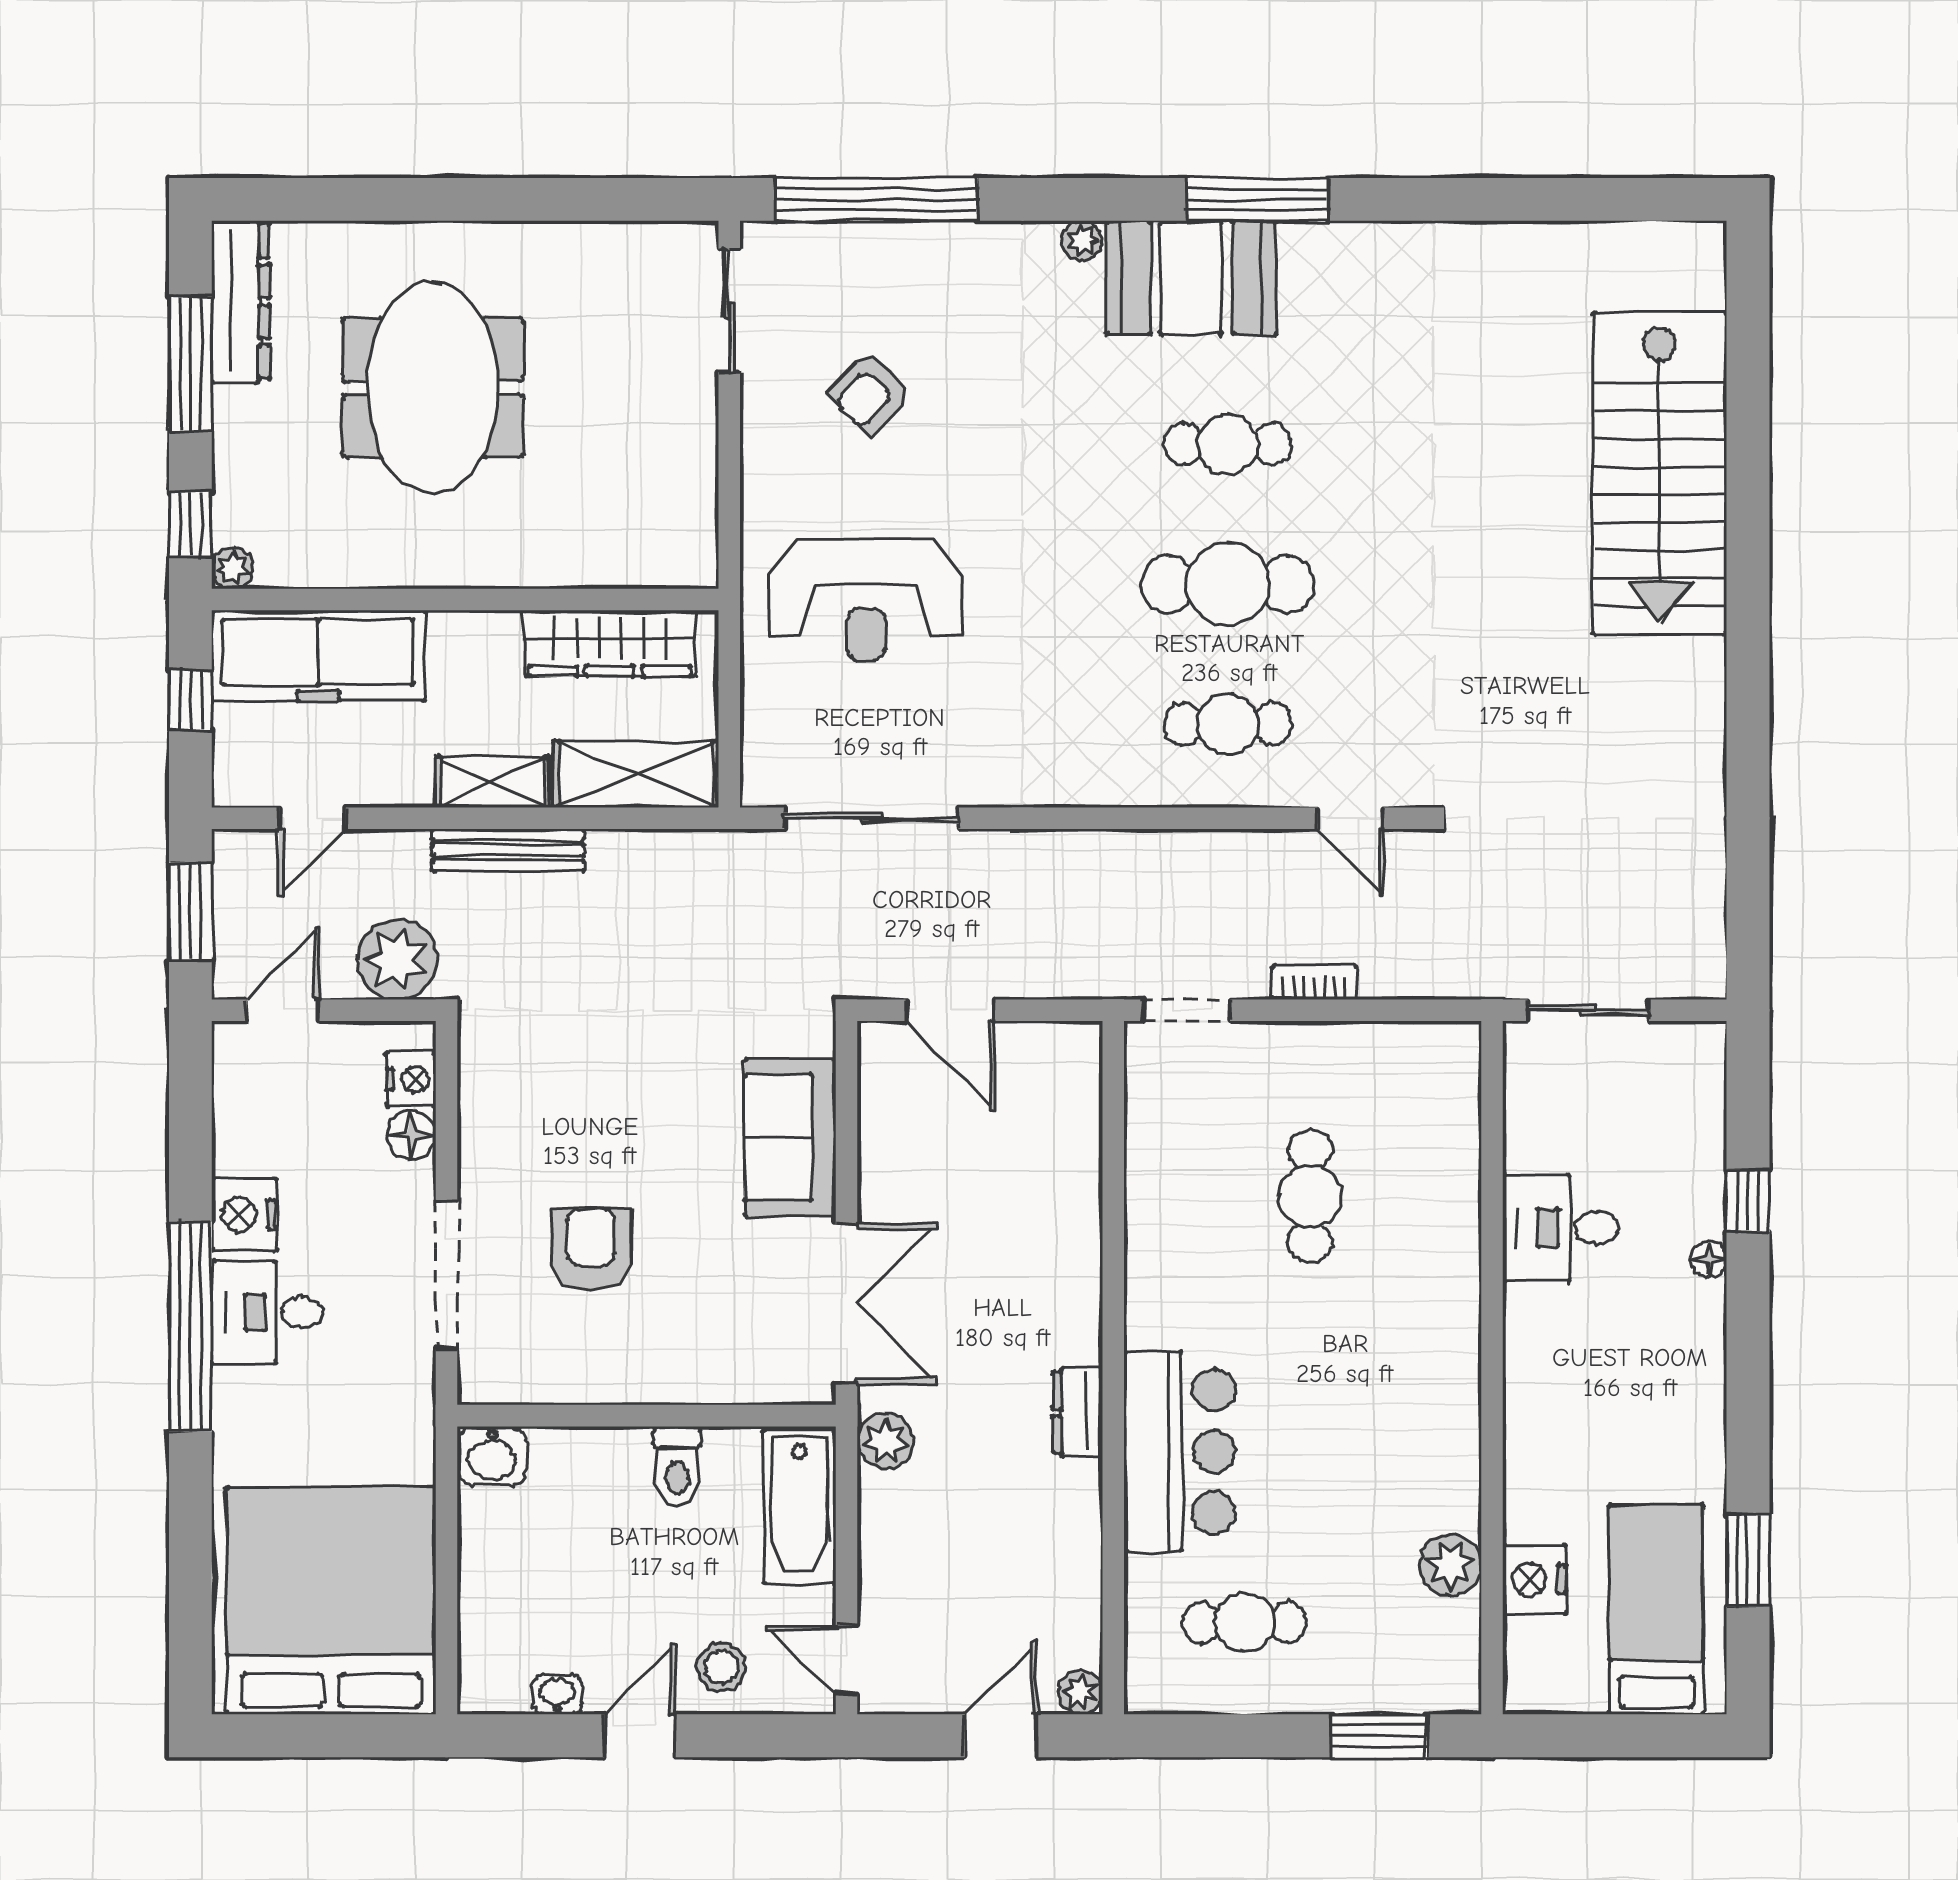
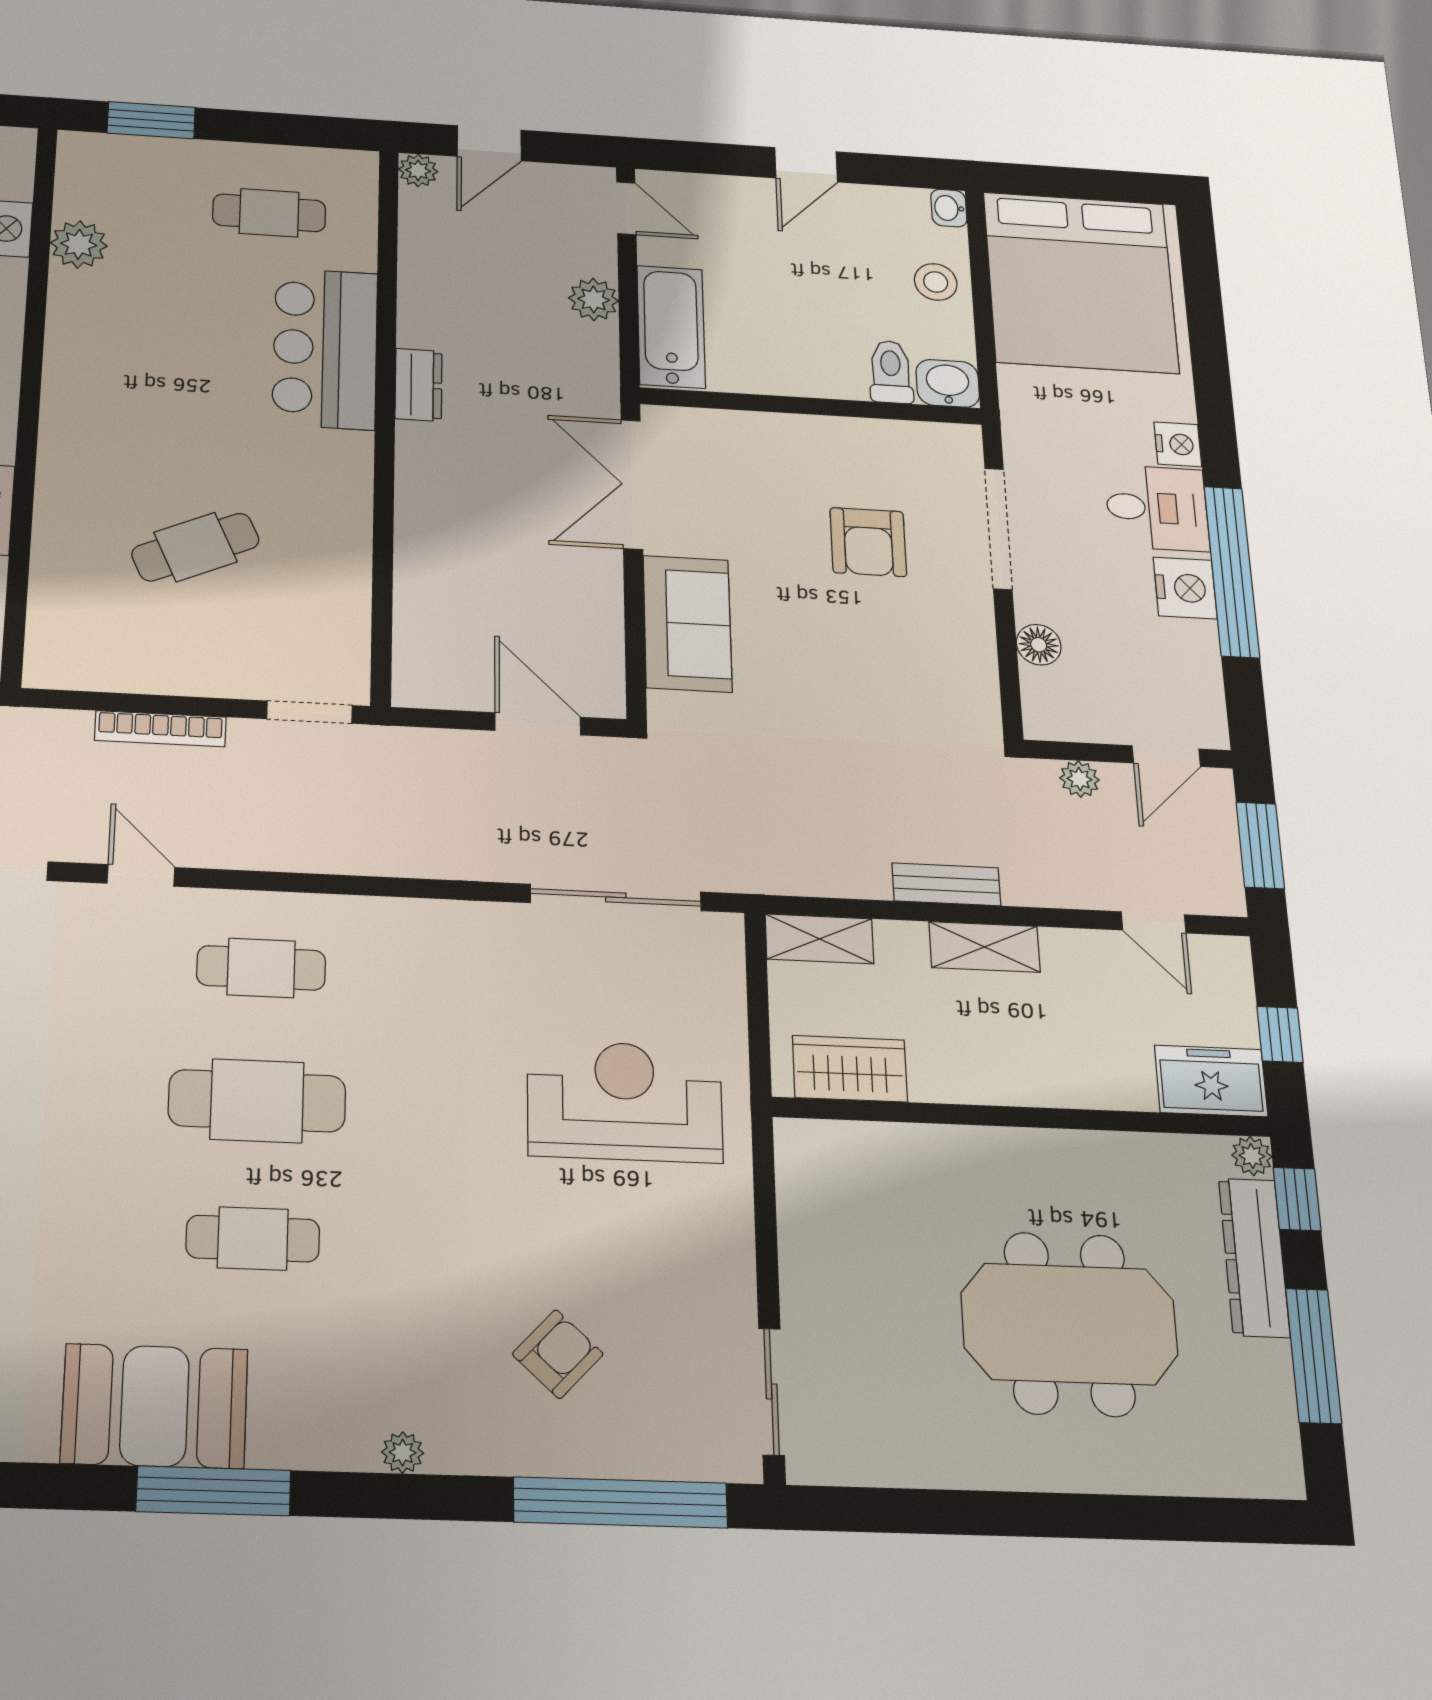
booth: (1191, 278) -> (155, 1406), moved
dresser: (241, 302) -> (1254, 1257), moved
meeting table: (433, 388) -> (1069, 1324), turned 90
armchair: (870, 393) -> (558, 1354), moved
wardrobe: (610, 643) -> (850, 1069), width x0.67
freezer: (318, 656) -> (1211, 1081), width x0.52, depth x0.79
shelving: (636, 774) -> (819, 939), width x0.67, depth x0.75
door: (313, 818) -> (1154, 922), swing flipped
bench: (508, 850) -> (946, 884), width x0.73
plant: (397, 960) -> (1080, 779), width x0.53, depth x0.53
bookcase: (1314, 983) -> (160, 729), width x1.56
nightstand: (411, 1080) -> (1178, 444), moved, turned 180
cafe table: (1310, 1197) -> (195, 547), turned 66
window: (190, 1327) -> (1232, 571), moved
plant: (885, 1441) -> (594, 299), moved
toilet: (677, 1466) -> (891, 372), moved
stool: (721, 1667) -> (936, 282), moved
washbasin: (557, 1694) -> (949, 208), moved, turned 90

